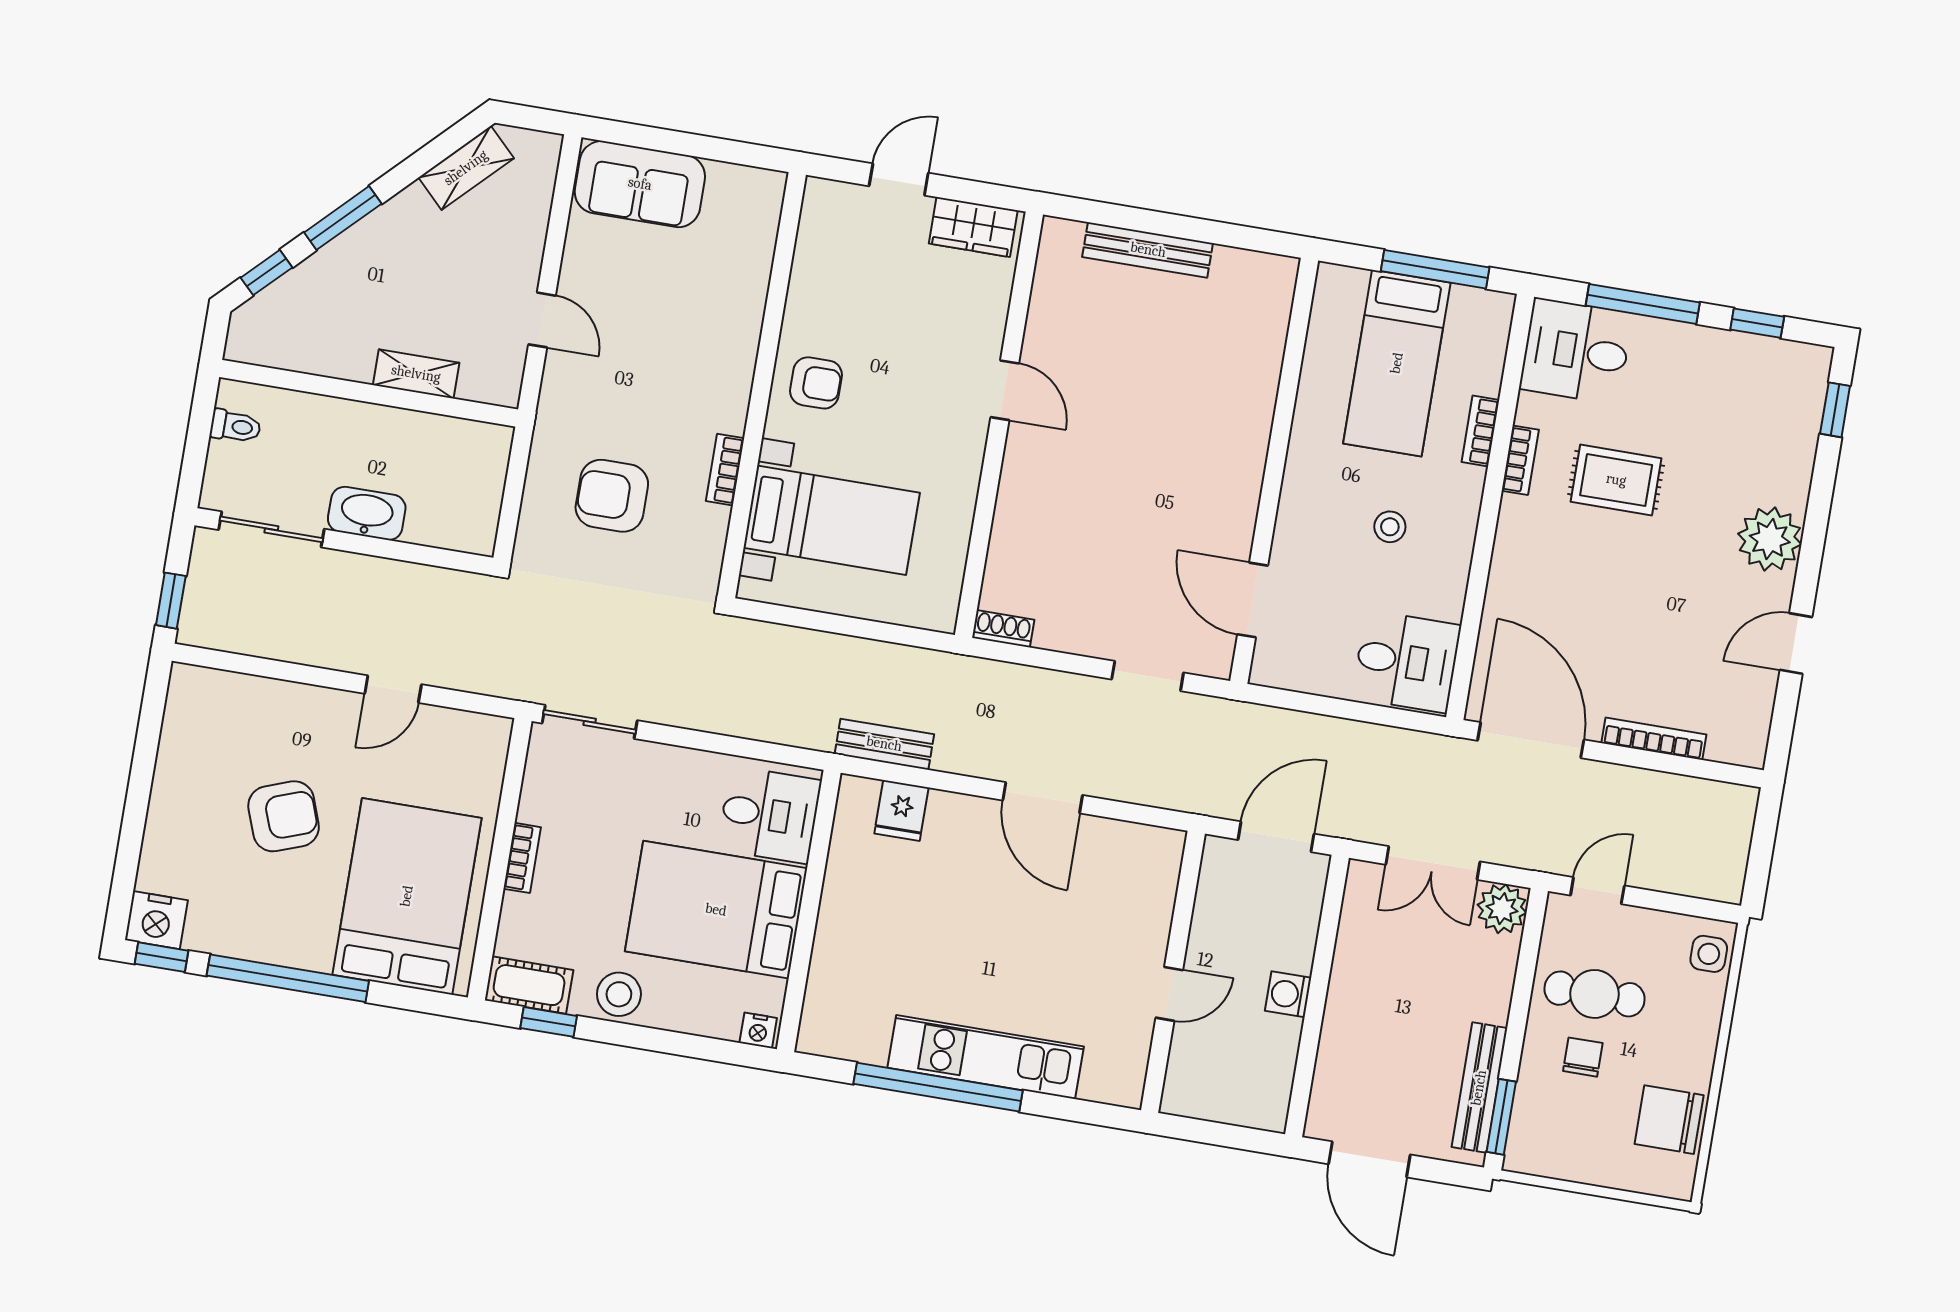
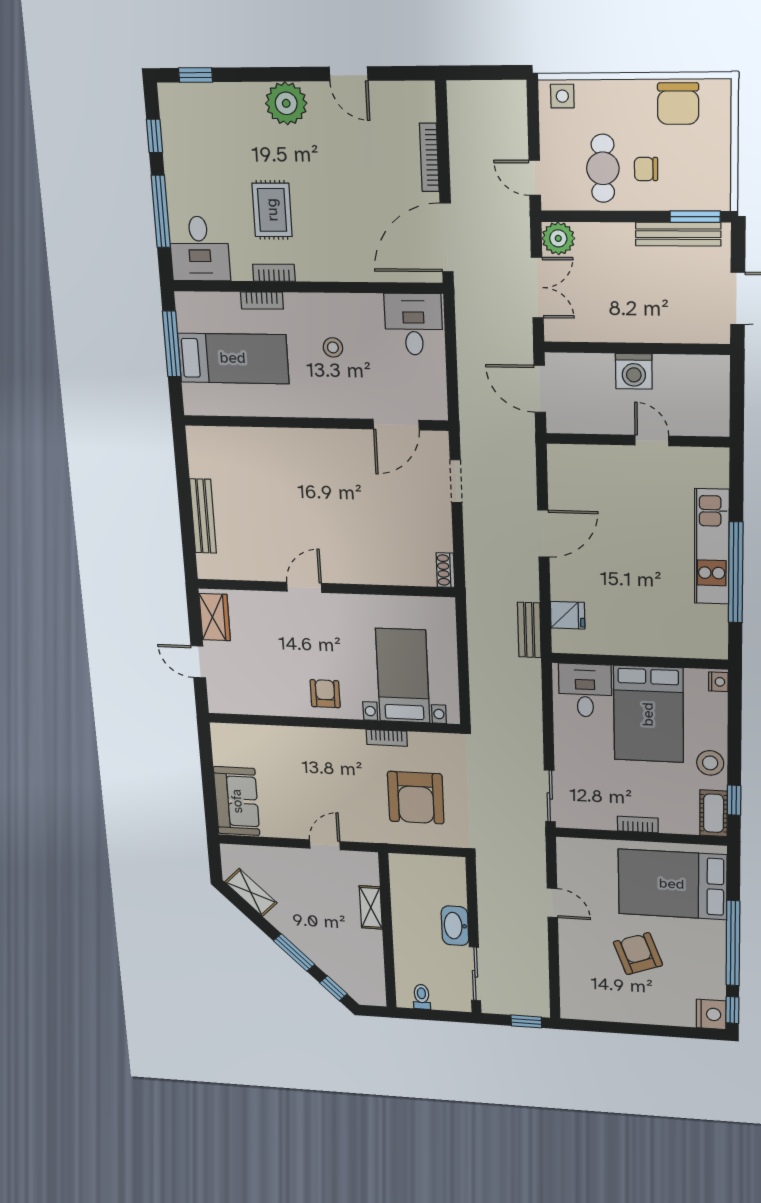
armchair: (612, 496) -> (416, 798), width x1.36, depth x1.36
washing machine: (1288, 994) -> (634, 371), width x1.38, depth x1.38

